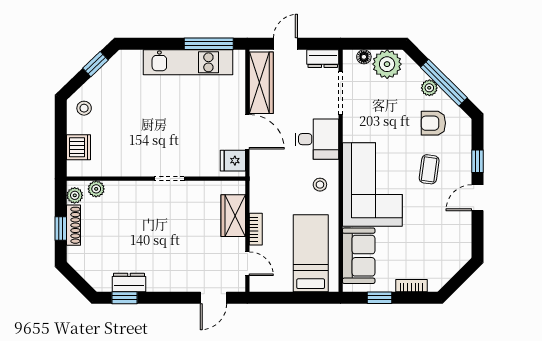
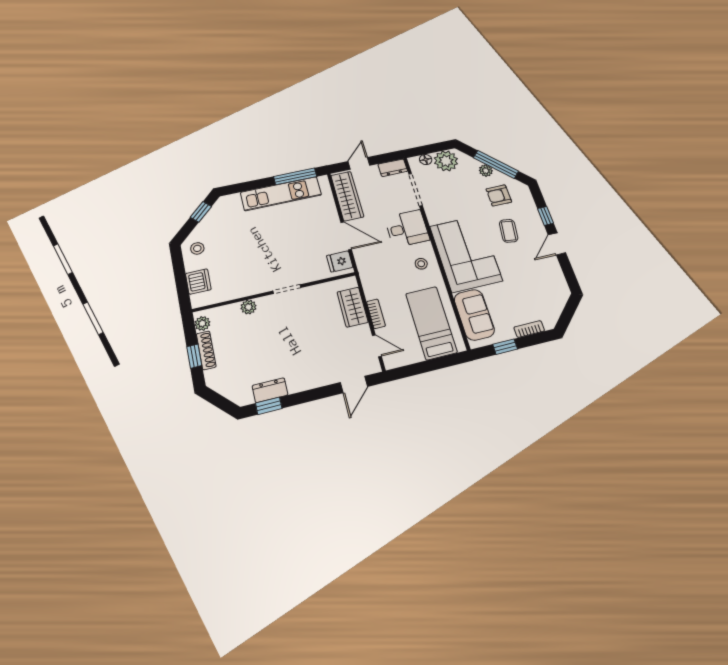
plant: (96, 189) -> (249, 307), moved

